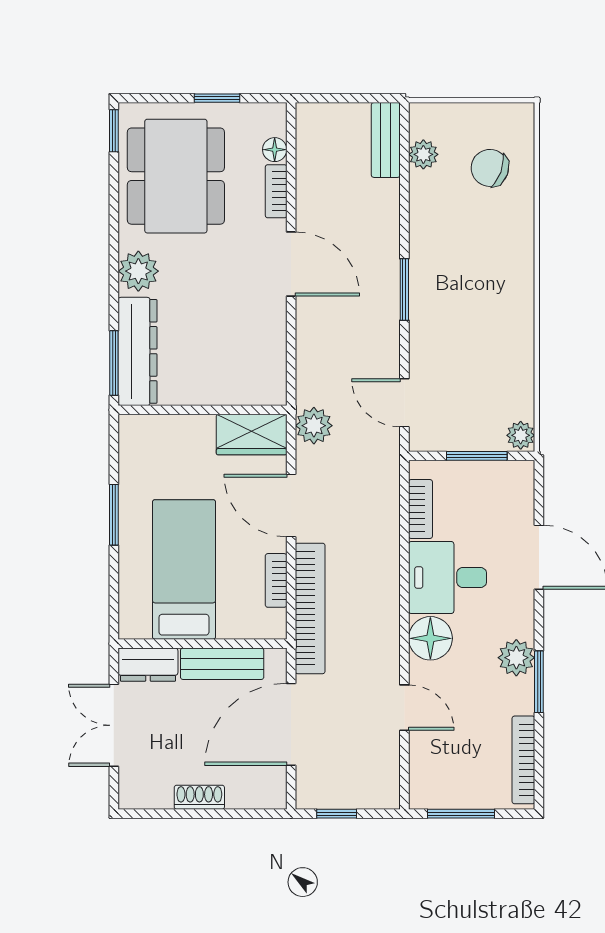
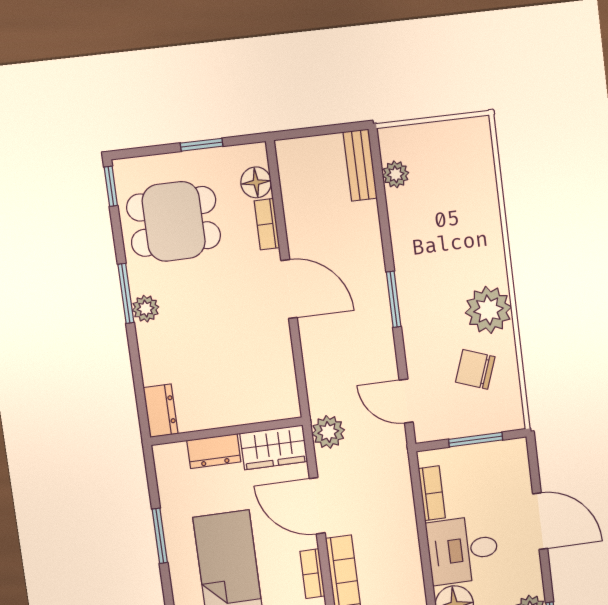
floor lamp: (275, 150) -> (256, 182), width x1.37, depth x1.37
chair: (490, 168) -> (475, 369), moved
dining table: (176, 176) -> (174, 221), width x0.73
plant: (138, 271) -> (146, 309), width x0.73, depth x0.73
dresser: (138, 351) -> (161, 411), width x0.51, depth x0.80
window: (114, 363) -> (126, 293), moved
dresser: (186, 430) -> (214, 451), added
plant: (521, 435) -> (488, 310), moved, width x1.88, depth x1.88

